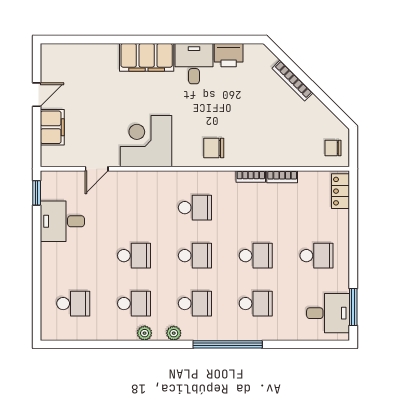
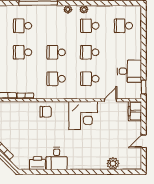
plant: (92, 54) -> (113, 163), added
filing cabinet: (147, 57) -> (83, 162), removed
filing cabinet: (52, 127) -> (135, 111), moved
school desk: (195, 304) -> (90, 79), moved

